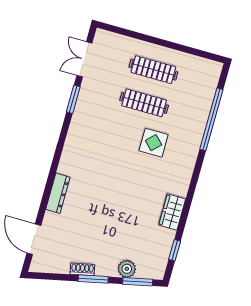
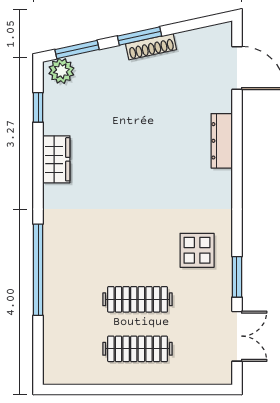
window: (211, 119) -> (38, 270), moved
display table: (154, 143) -> (197, 250), moved
shoe rack: (82, 269) -> (151, 47), width x1.43
plant: (127, 269) -> (61, 71), moved

